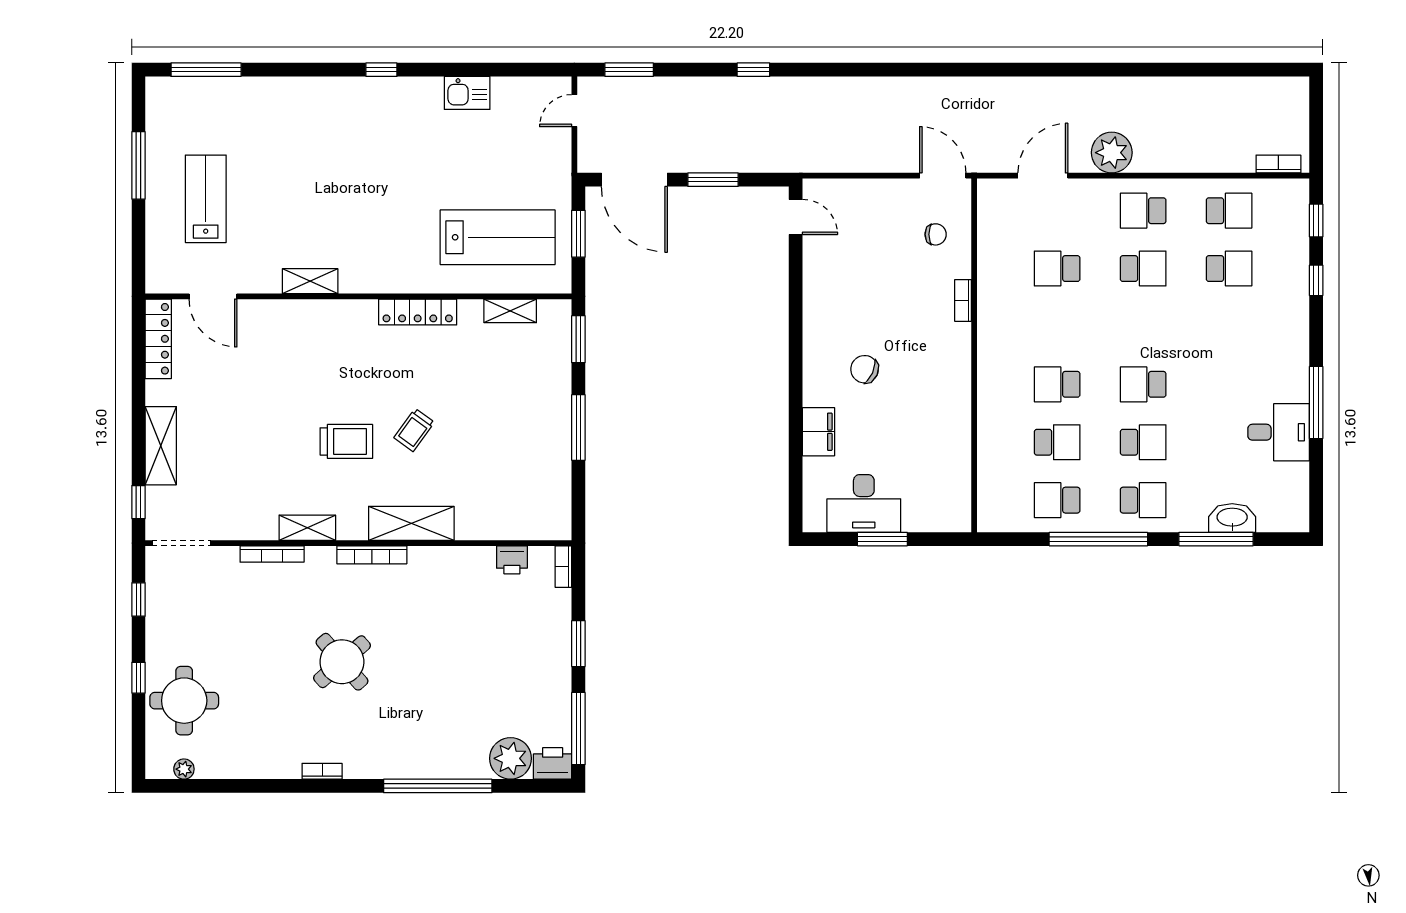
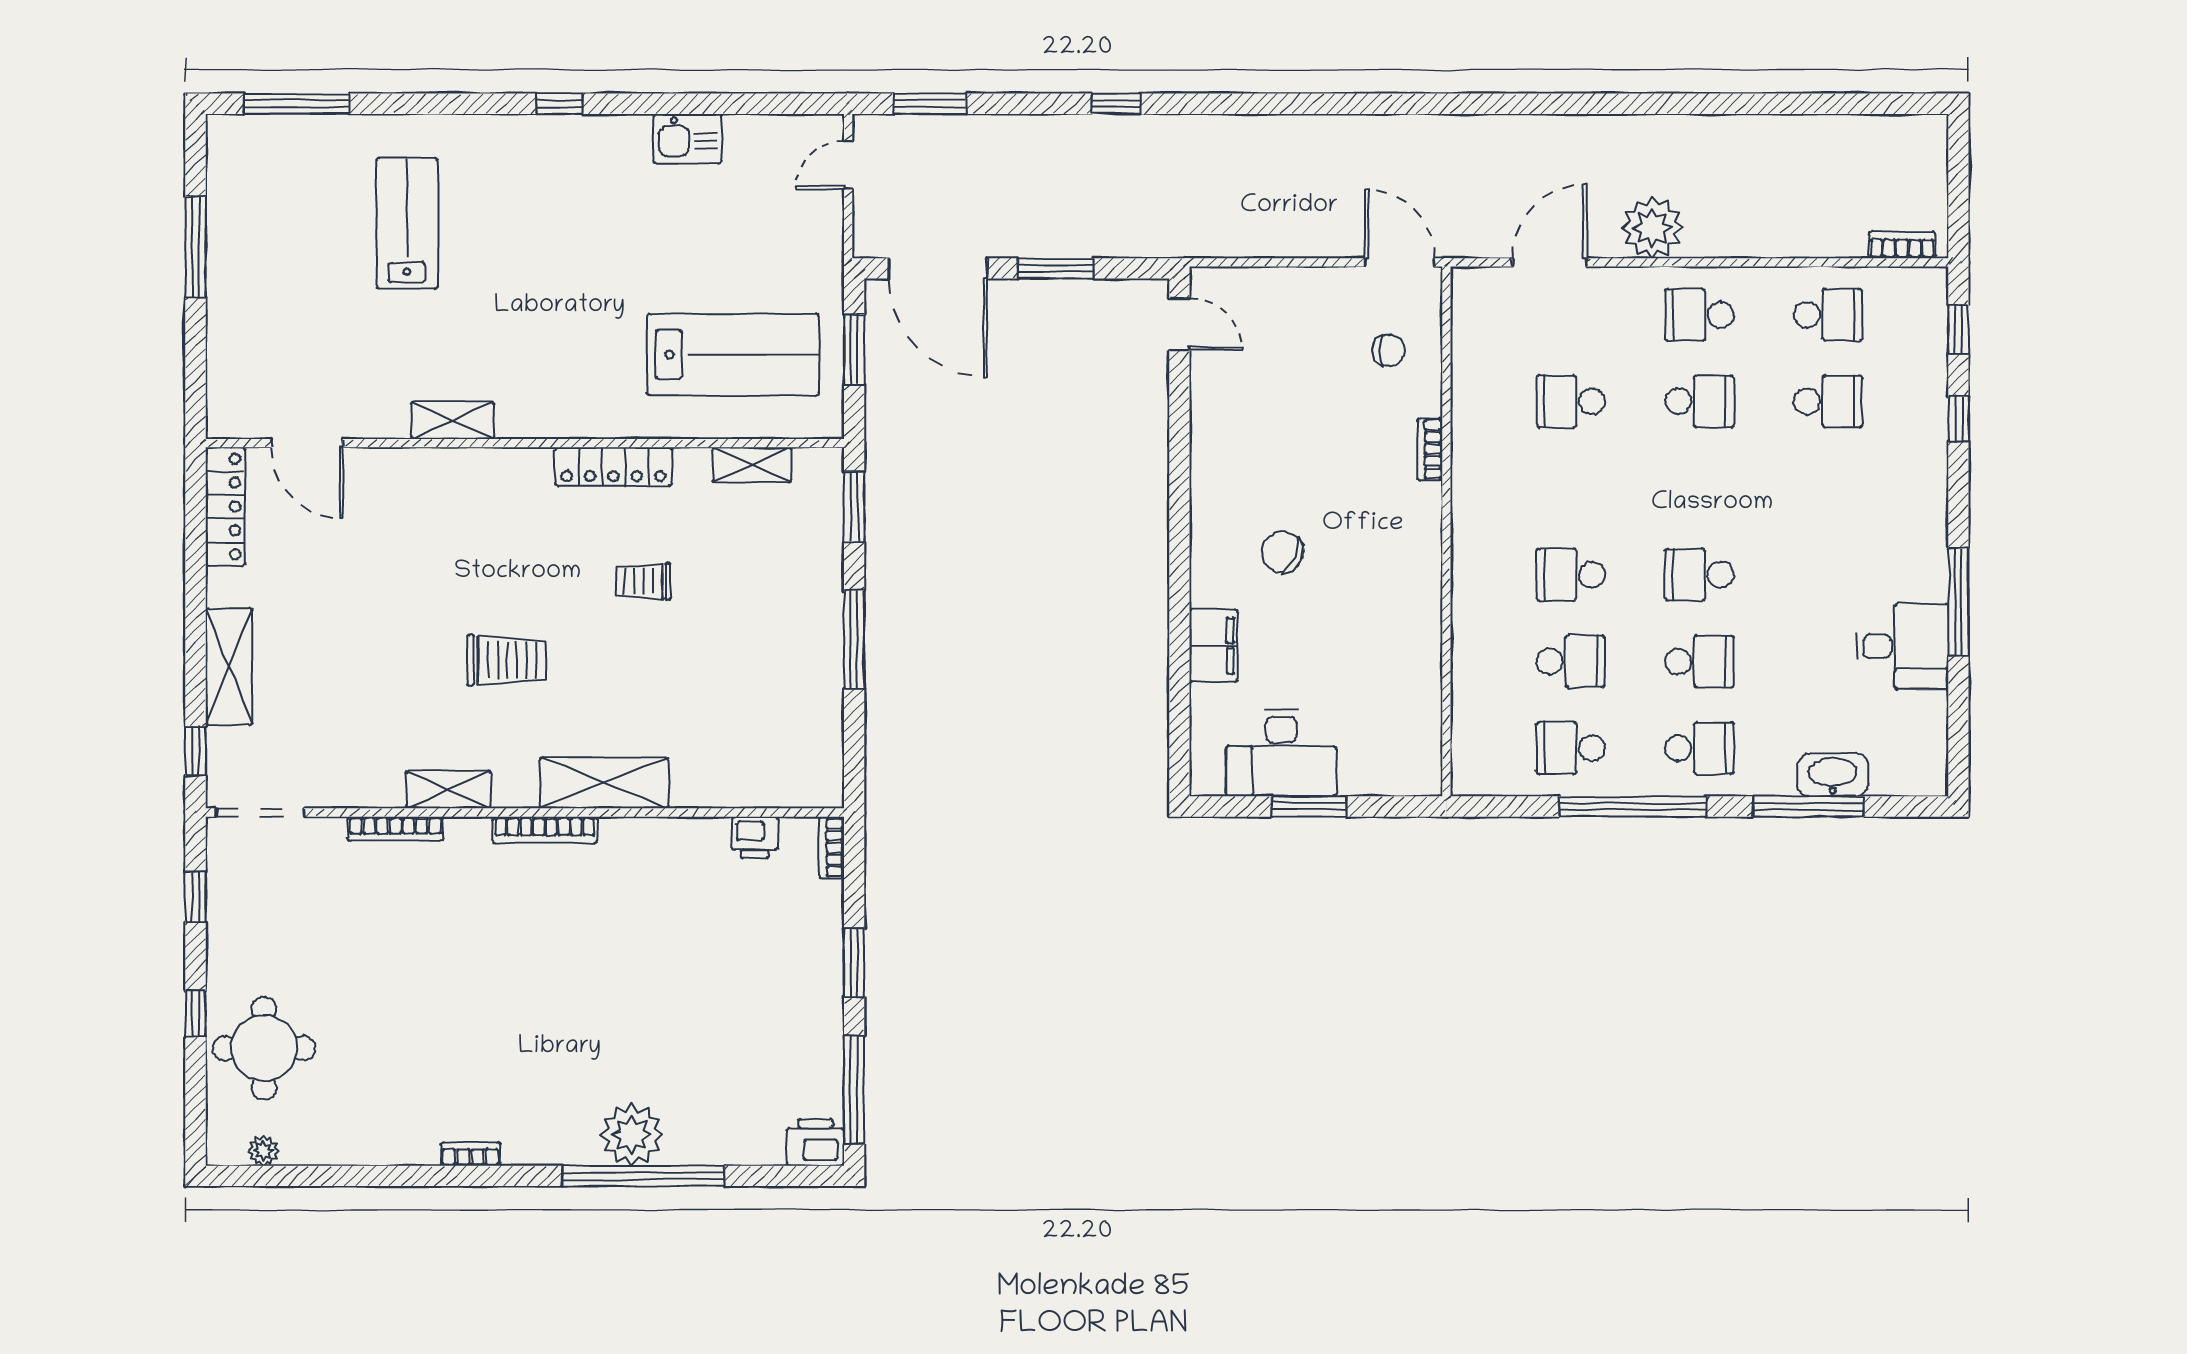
lab bench: (206, 199) -> (407, 223), moved
trolley: (414, 430) -> (643, 581), moved, turned 54
round table: (342, 662) -> (500, 990), removed
plant: (511, 758) -> (632, 1135), moved

